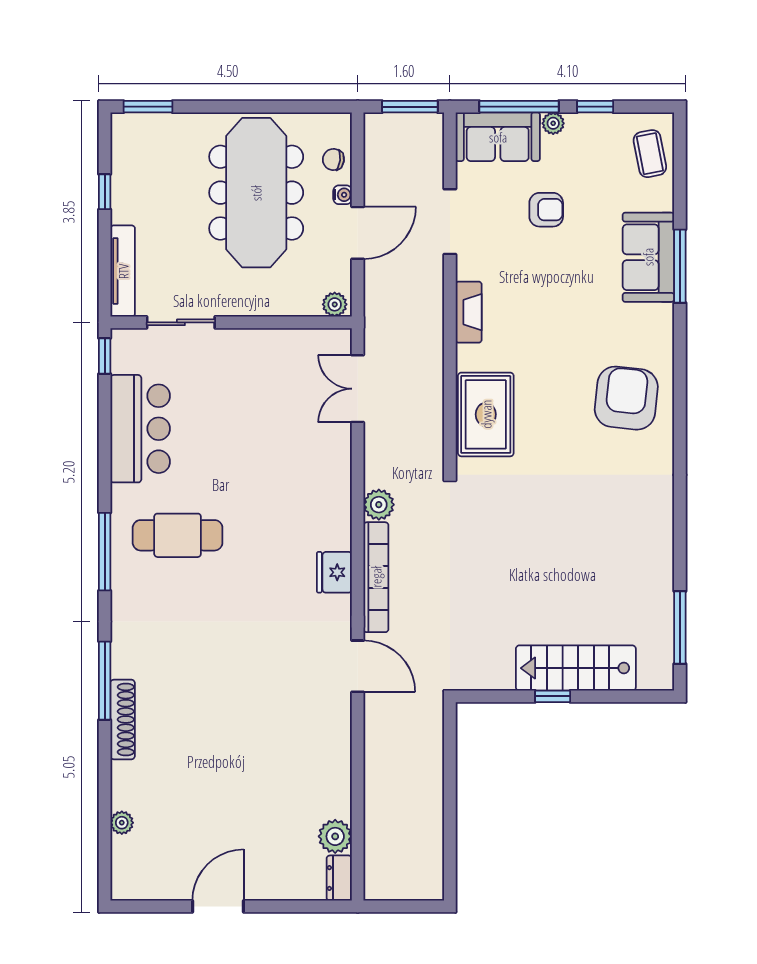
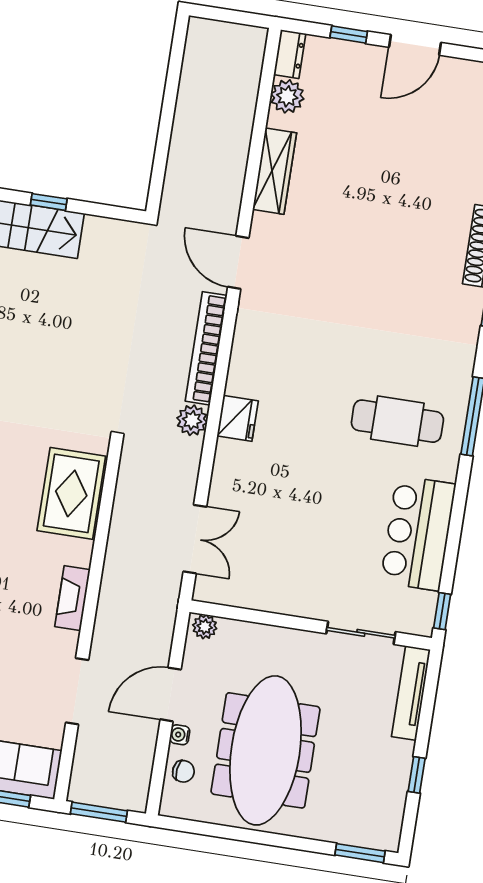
fridge: (334, 572) -> (238, 418), moved
wardrobe: (336, 761) -> (275, 171), added
window: (285, 906) -> (349, 34), added

